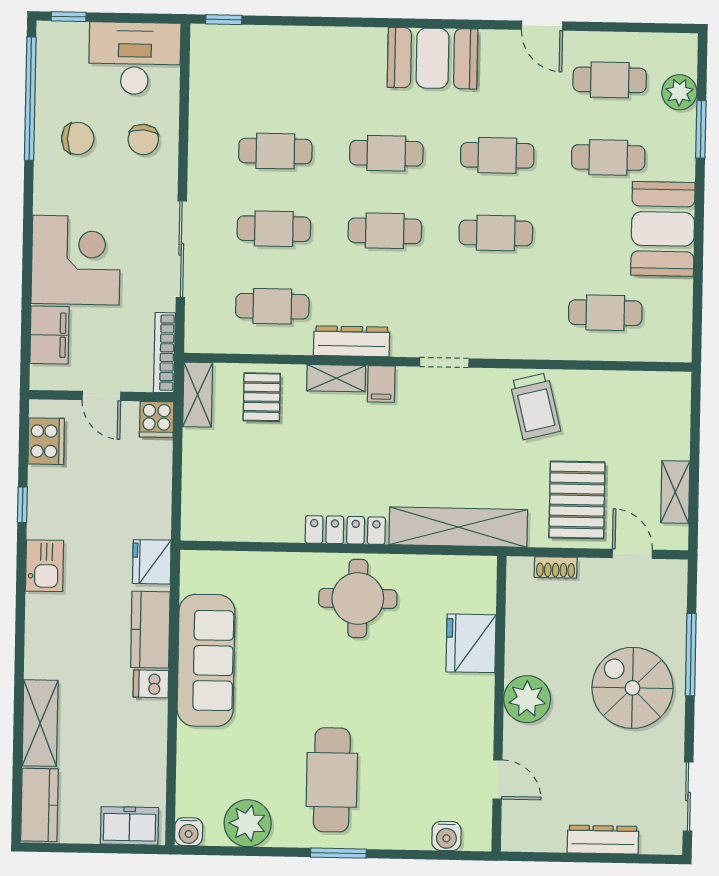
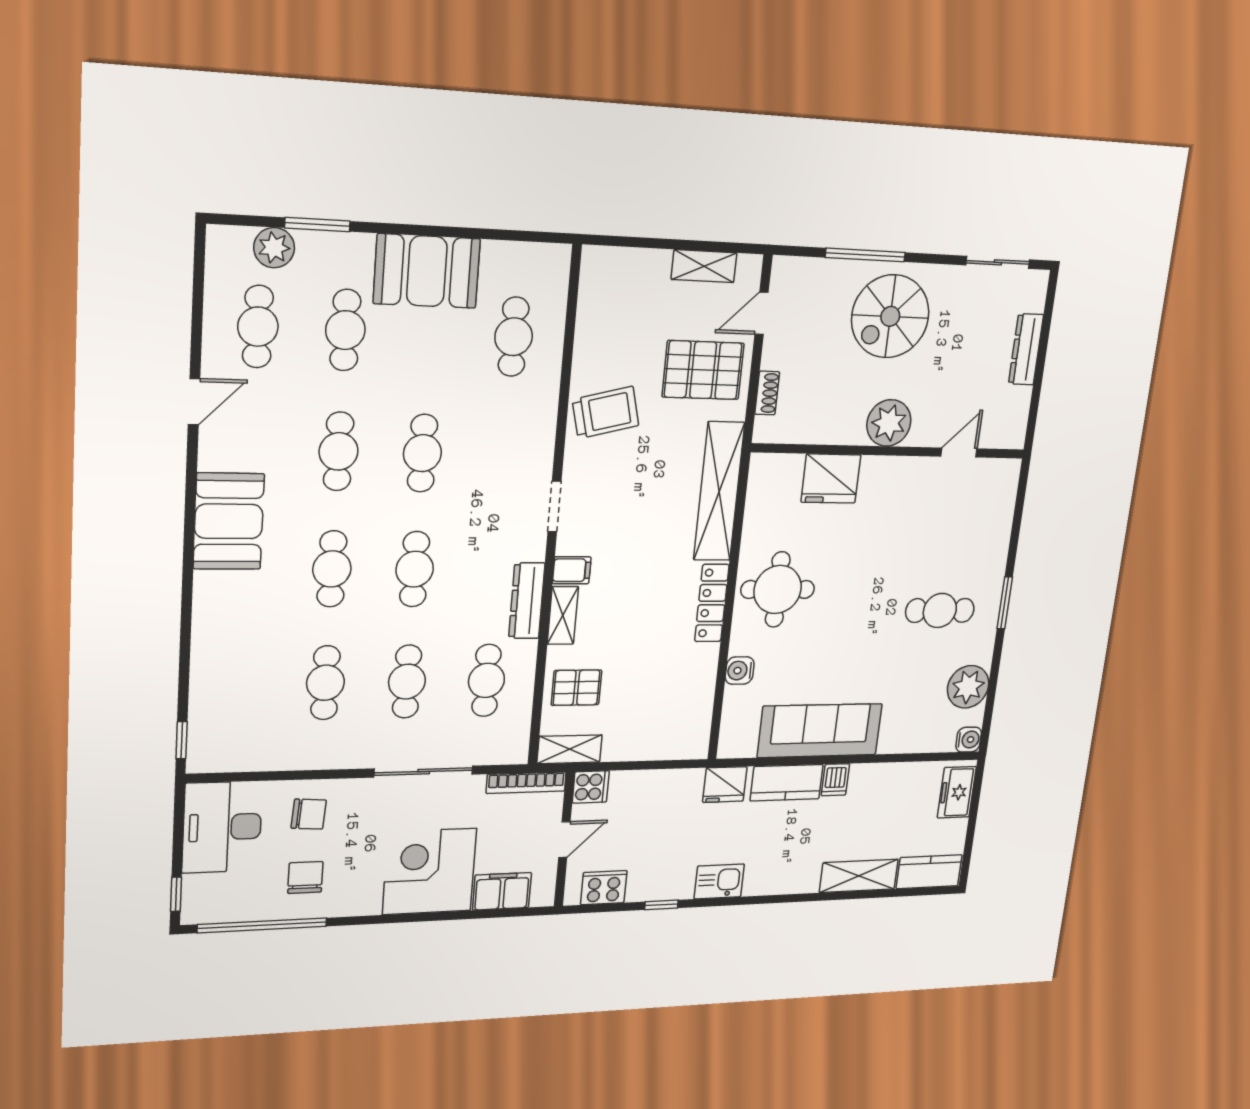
cafe table: (332, 780) -> (940, 610), width x0.73, depth x0.74
water cooler: (446, 836) -> (740, 671), moved, turned 180

